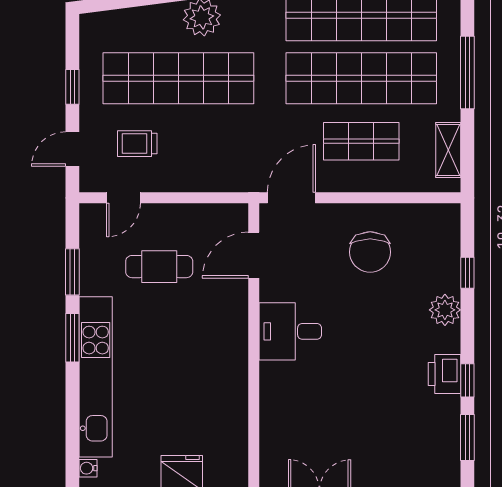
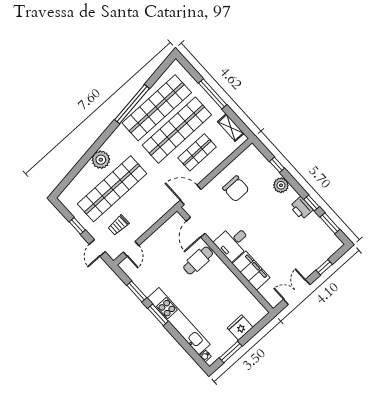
door: (291, 198) -> (191, 195), hinge flipped
cafe table: (159, 267) -> (198, 260), moved
filing cabinet: (279, 400) -> (251, 271), added

